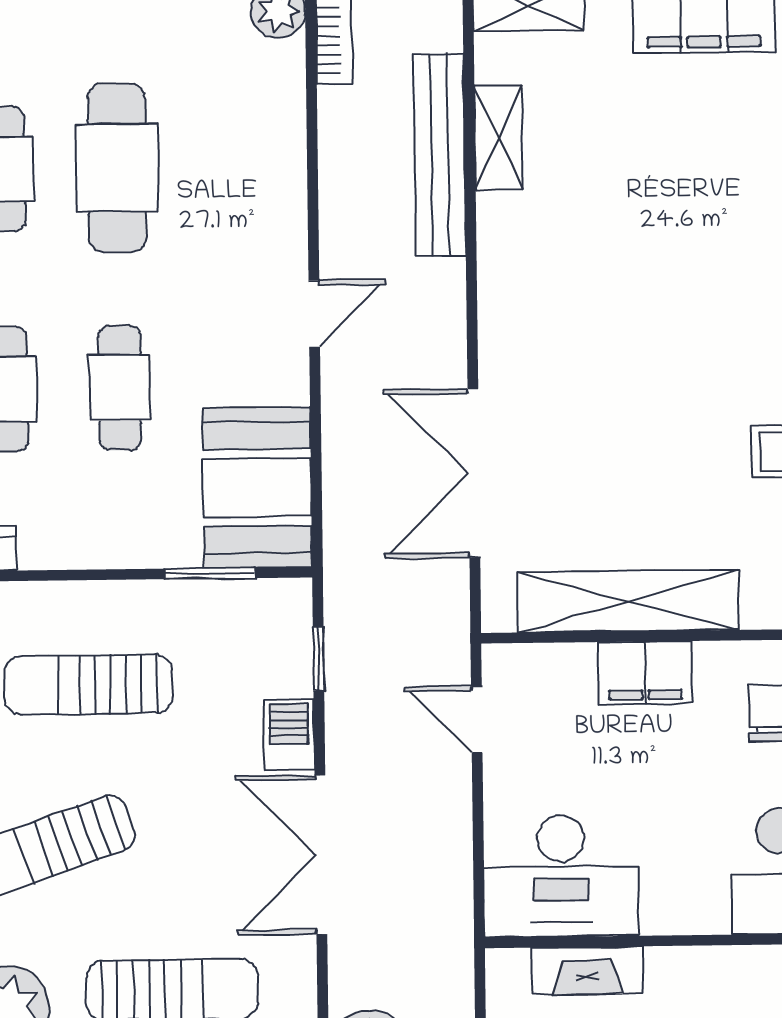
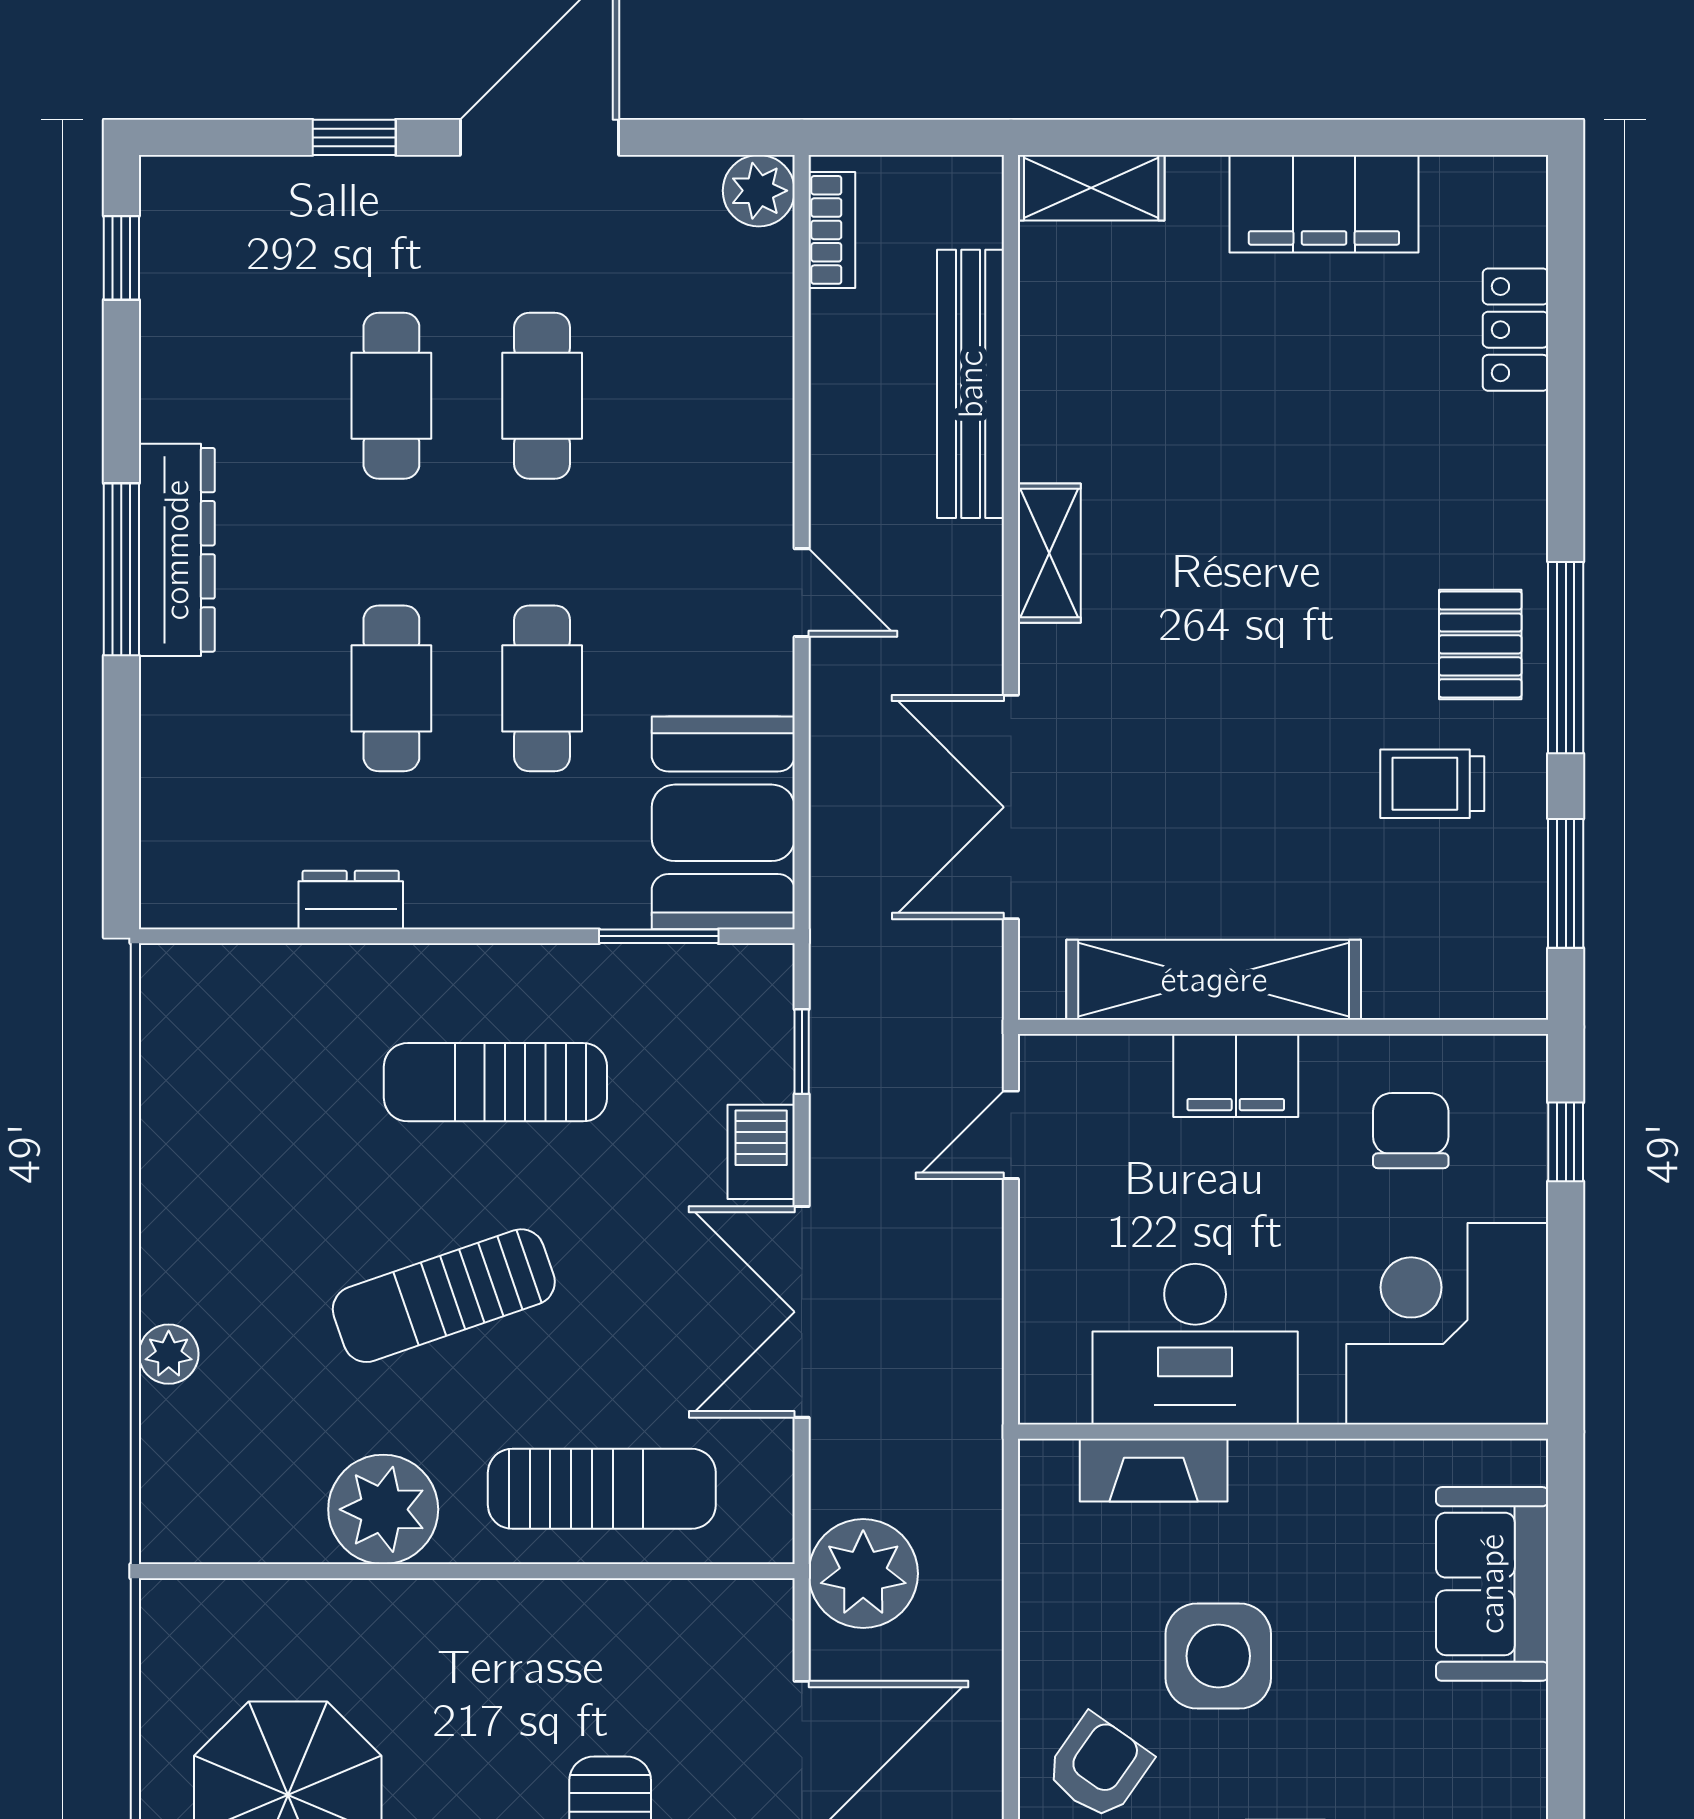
shelving: (499, 138) -> (1049, 553), moved
cafe table: (117, 168) -> (542, 396), width x0.73, depth x0.74
door: (314, 314) -> (802, 593), hinge flipped
door: (477, 720) -> (1011, 1135), hinge flipped
desk: (561, 876) -> (1195, 1344), moved

